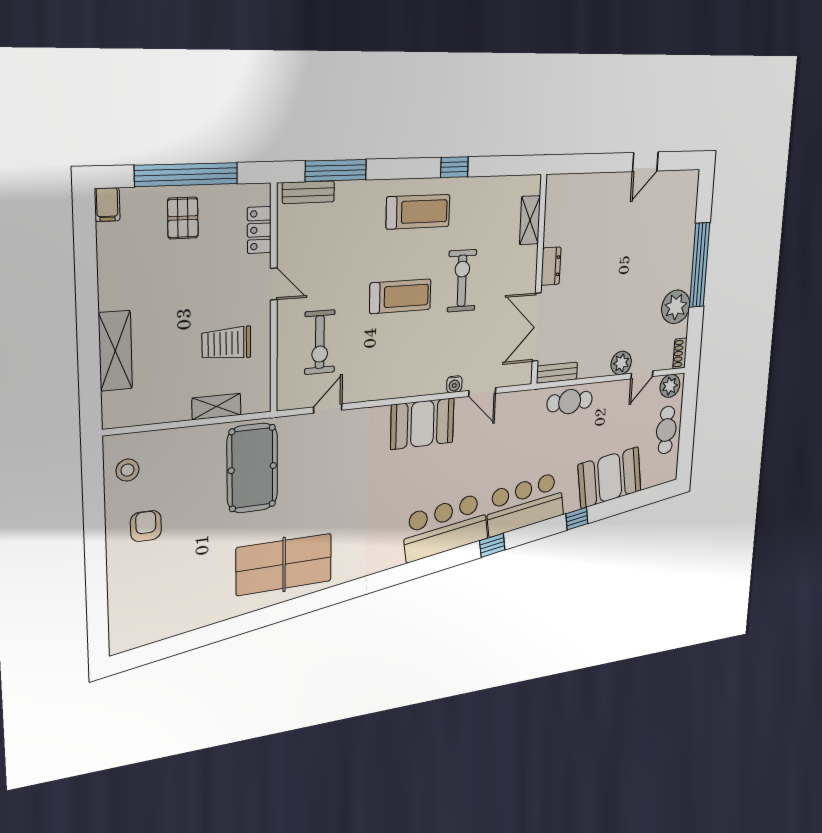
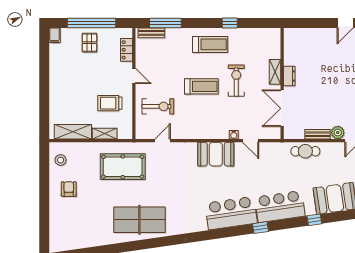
shelving: (530, 220) -> (275, 72), moved
exercise bike: (320, 342) -> (158, 106), turned -90
shelving: (115, 351) -> (73, 132), moved, turned 90
bench: (557, 373) -> (317, 134), moved
pool table: (252, 468) -> (123, 167), turned 90

